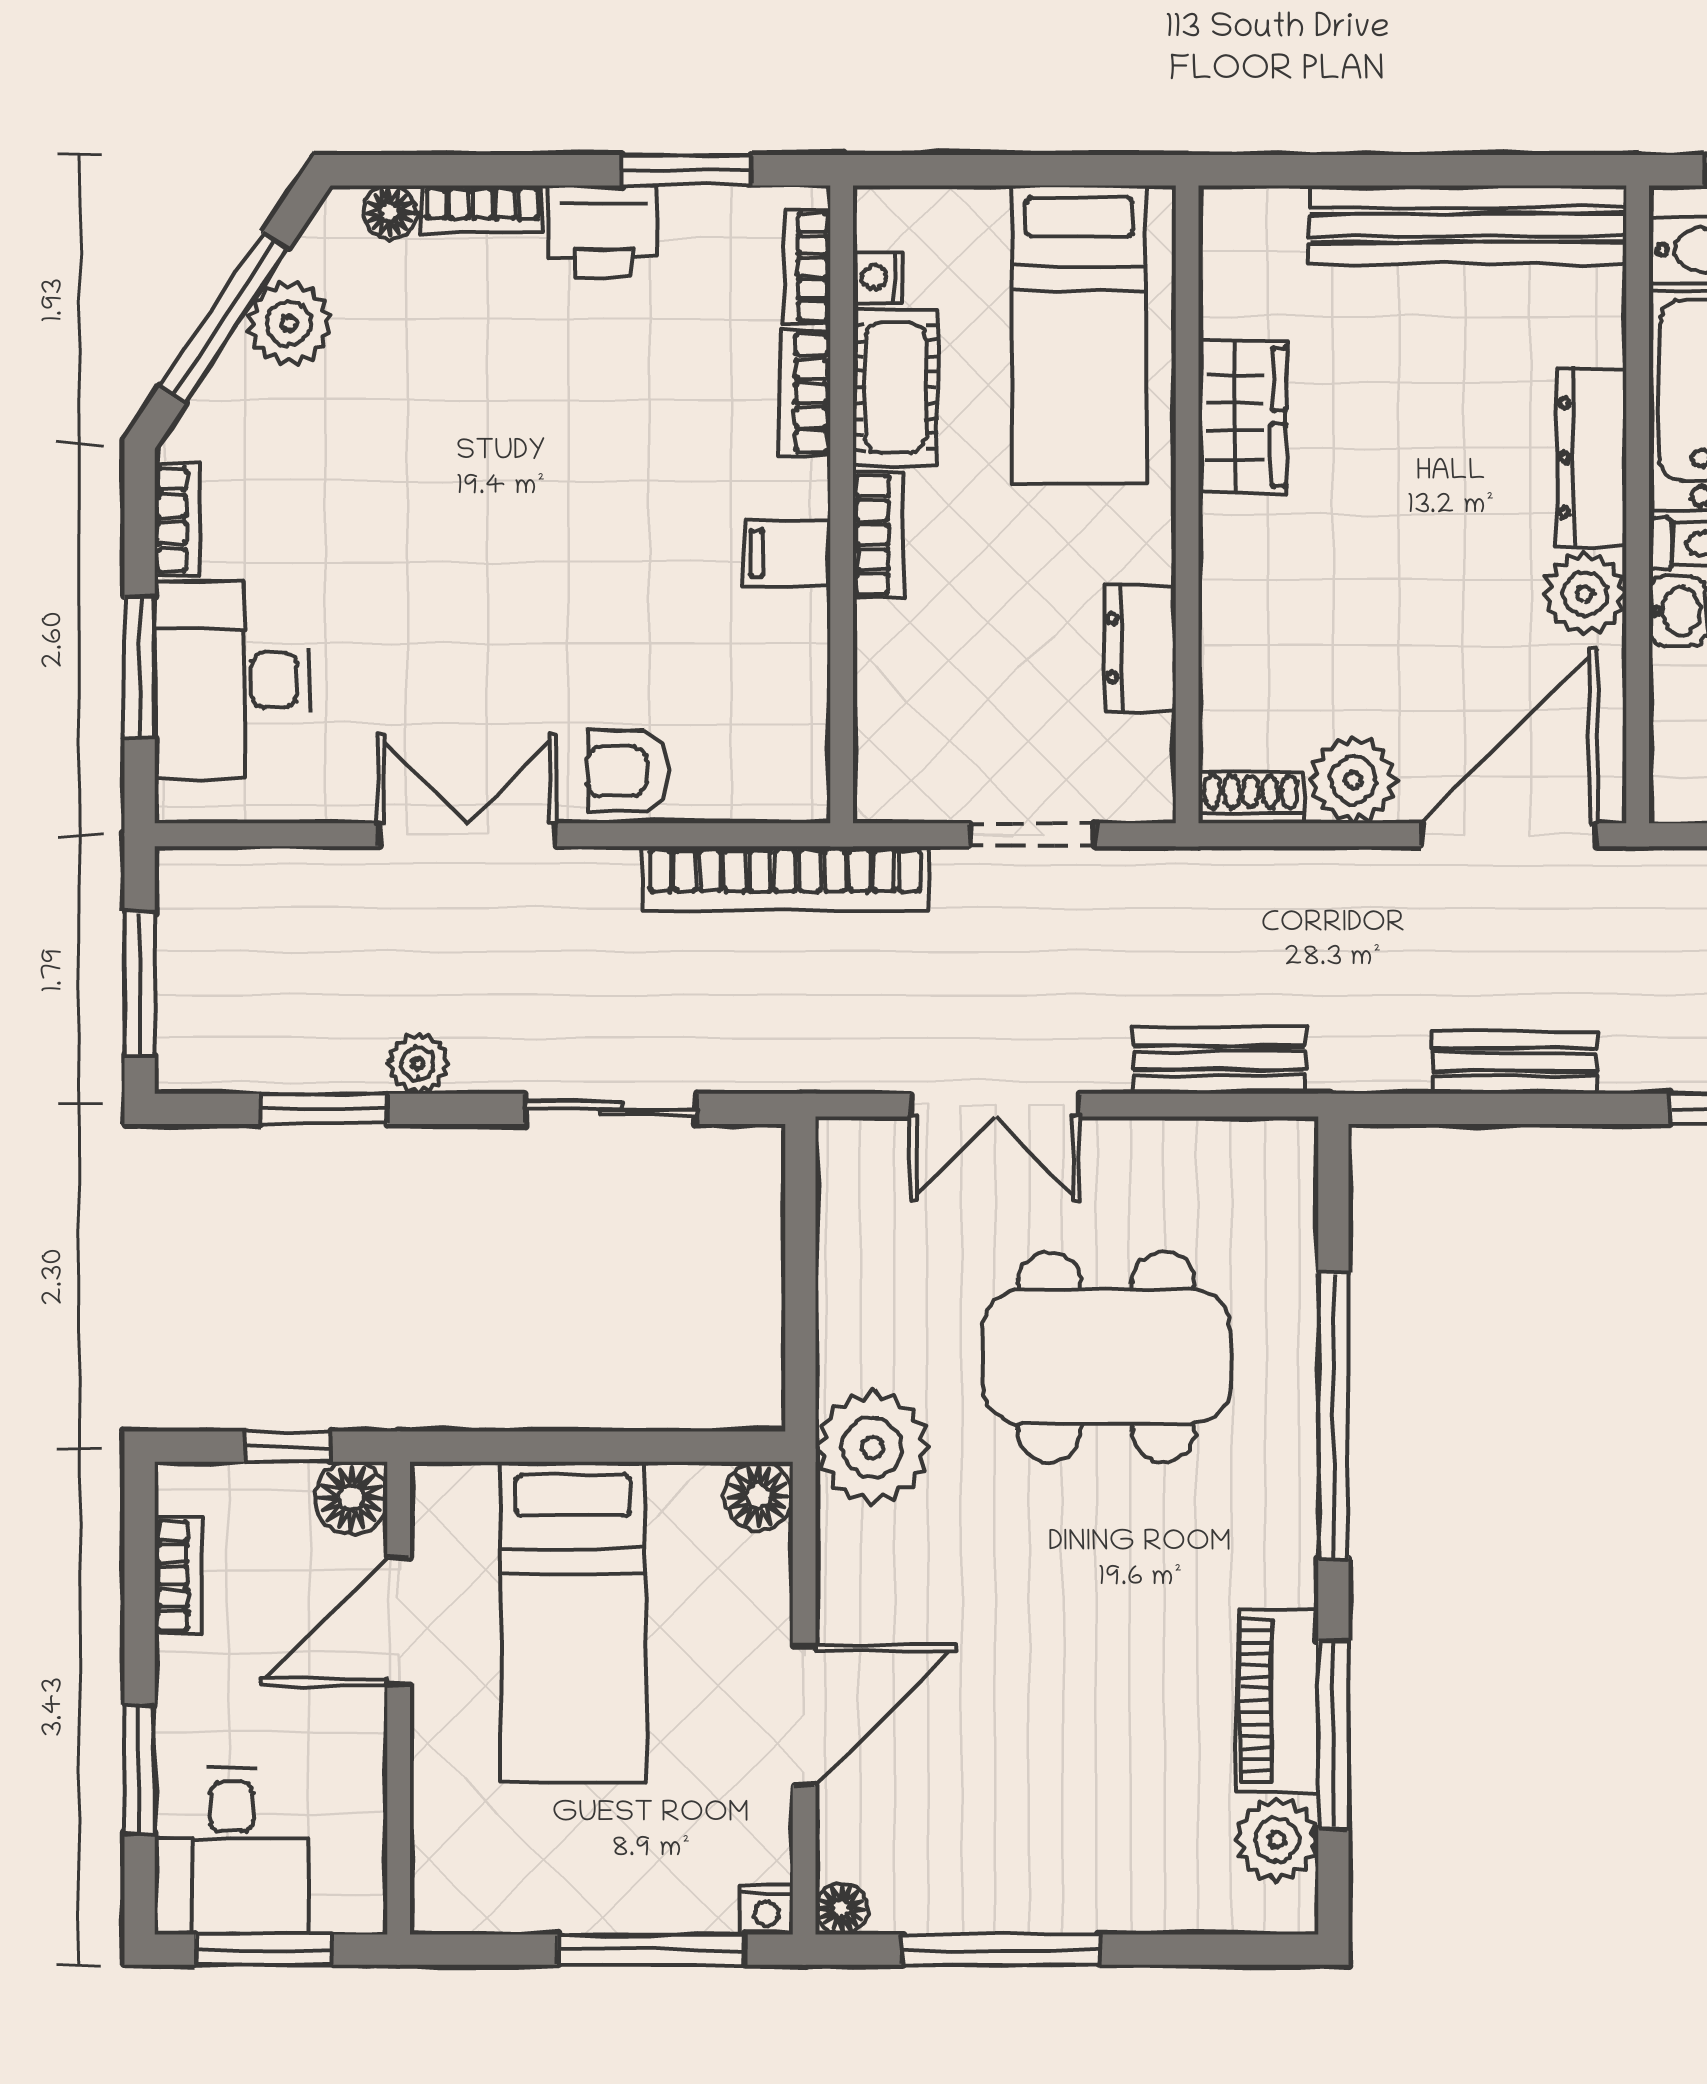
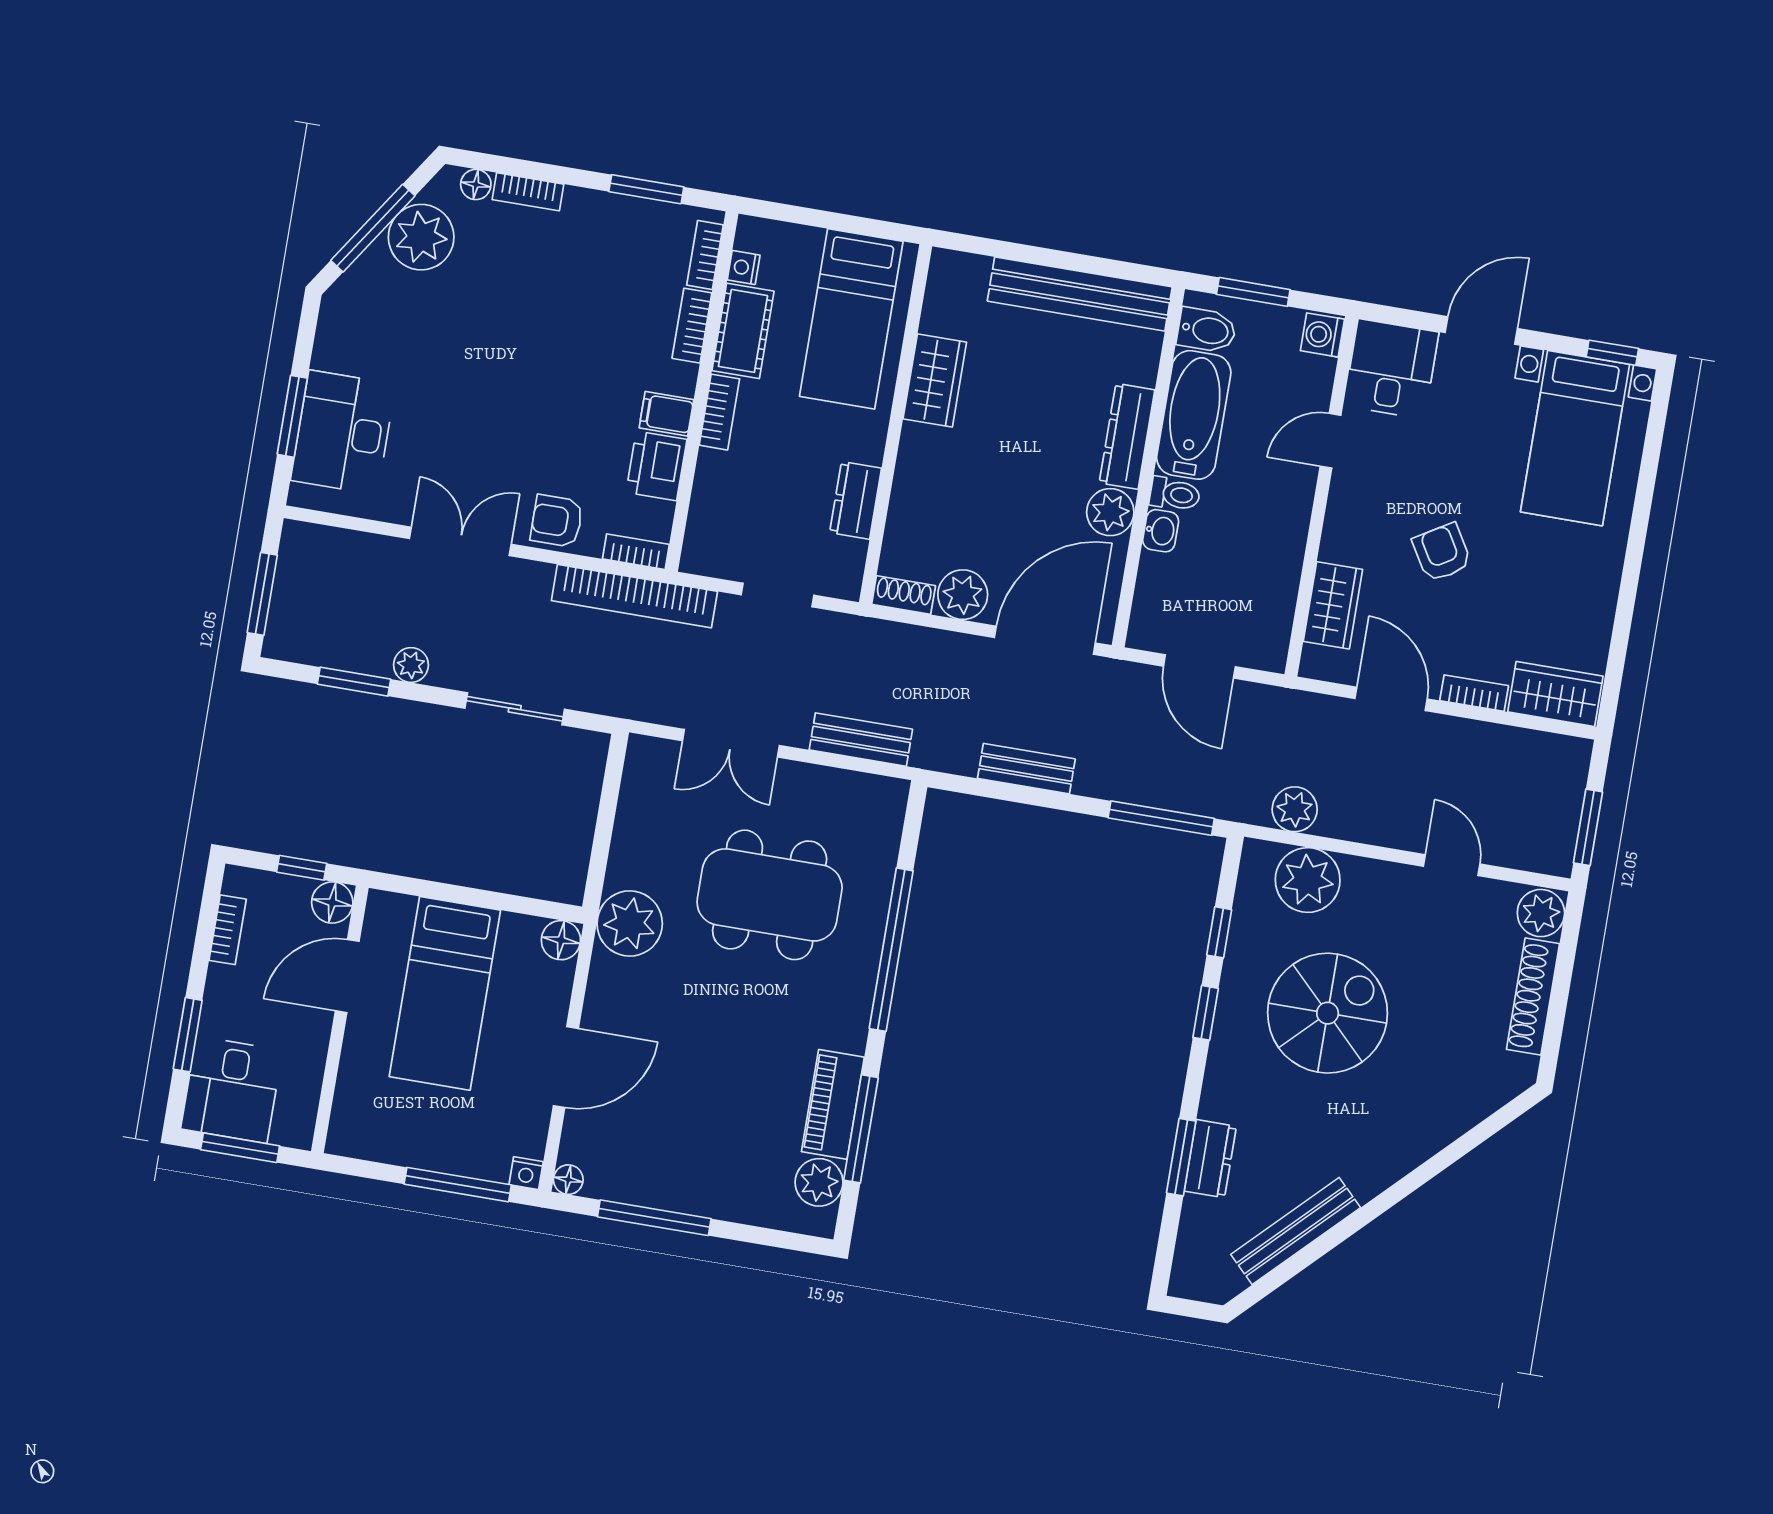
printer: (603, 231) -> (656, 466), moved, turned 90
plant: (289, 323) -> (421, 237), width x1.36, depth x1.36
bookcase: (177, 520) -> (636, 552), moved, turned -90

